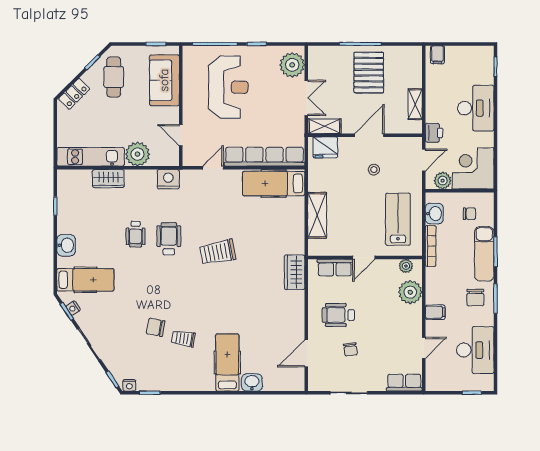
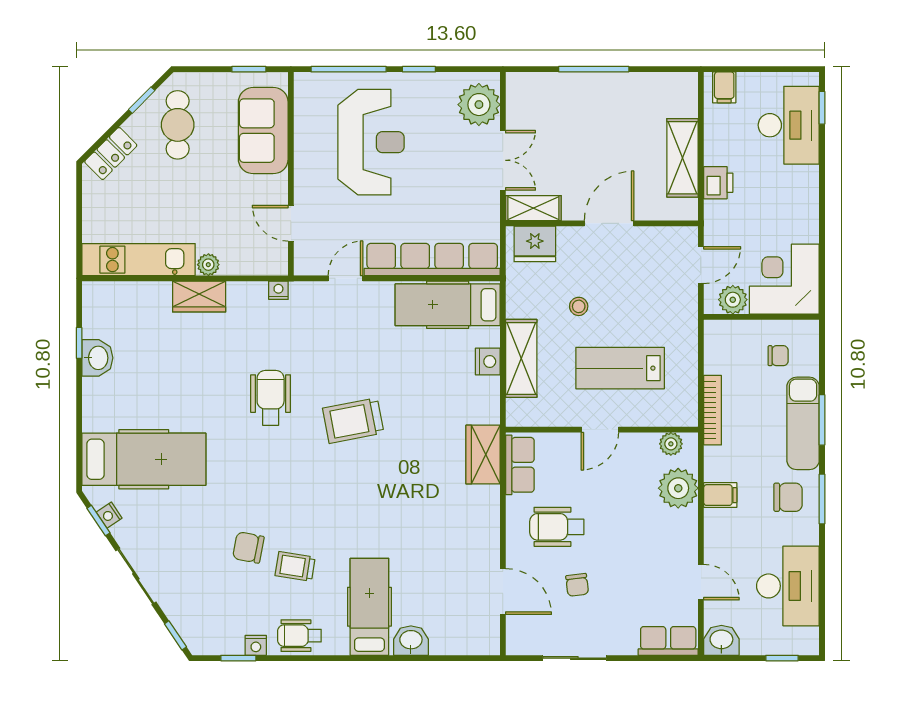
pallet: (369, 73) -> (608, 117), removed
shelving: (415, 104) -> (682, 158), width x1.50, depth x1.33
desk: (476, 108) -> (789, 125), moved
printer: (434, 133) -> (718, 183), moved
plant: (138, 154) -> (208, 265), width x0.53, depth x0.53
stool: (374, 170) -> (579, 306), moved
wardrobe: (108, 179) -> (199, 296), moved
nightstand: (168, 179) -> (278, 290), width x0.53, depth x0.56
washbasin: (434, 214) -> (721, 640), moved, turned -90
nightstand: (297, 217) -> (488, 361), added
lab bench: (398, 219) -> (620, 368), moved, turned -90
wheelchair: (136, 234) -> (299, 636), moved, turned 90
washbasin: (66, 245) -> (97, 358), moved
row of seats: (335, 268) -> (520, 465), moved, turned -90
hospital bed: (85, 280) -> (144, 459), width x1.37, depth x1.29
chair: (475, 298) -> (788, 497), turned -90
filing cabinet: (435, 312) -> (720, 495), moved
door: (424, 348) -> (701, 582), hinge flipped
door: (306, 353) -> (503, 591), swing flipped
nightstand: (129, 385) -> (256, 645), moved

